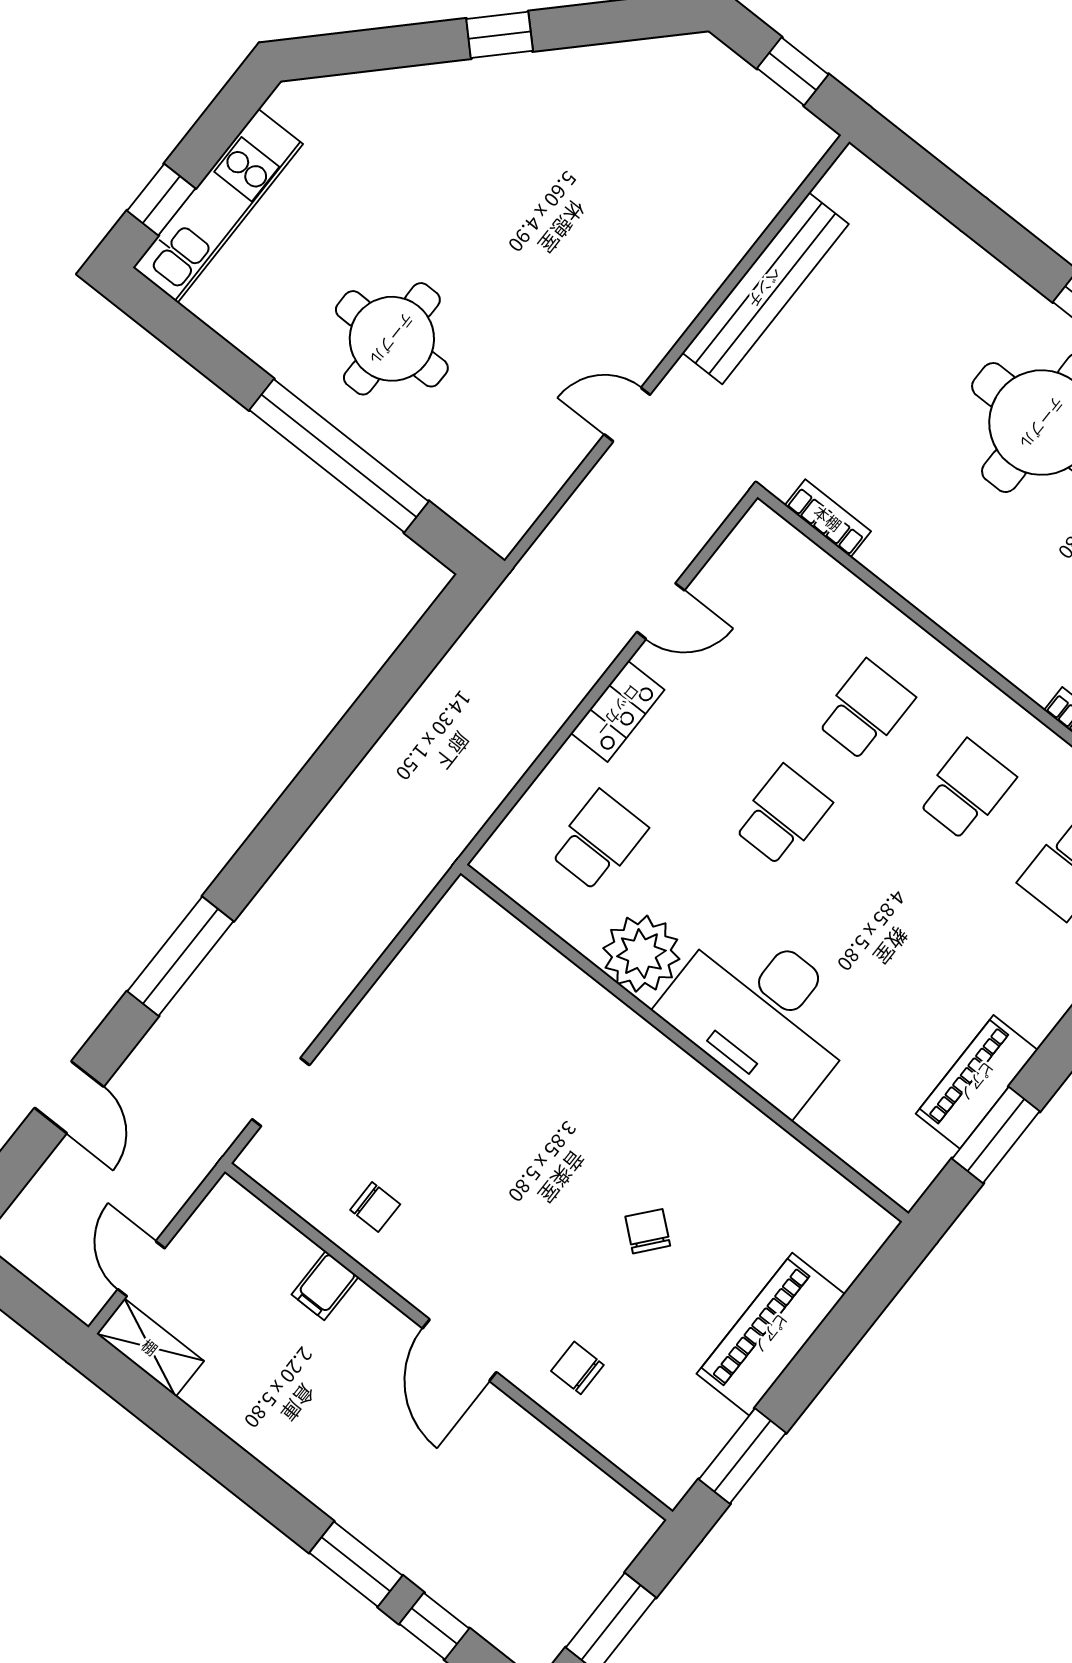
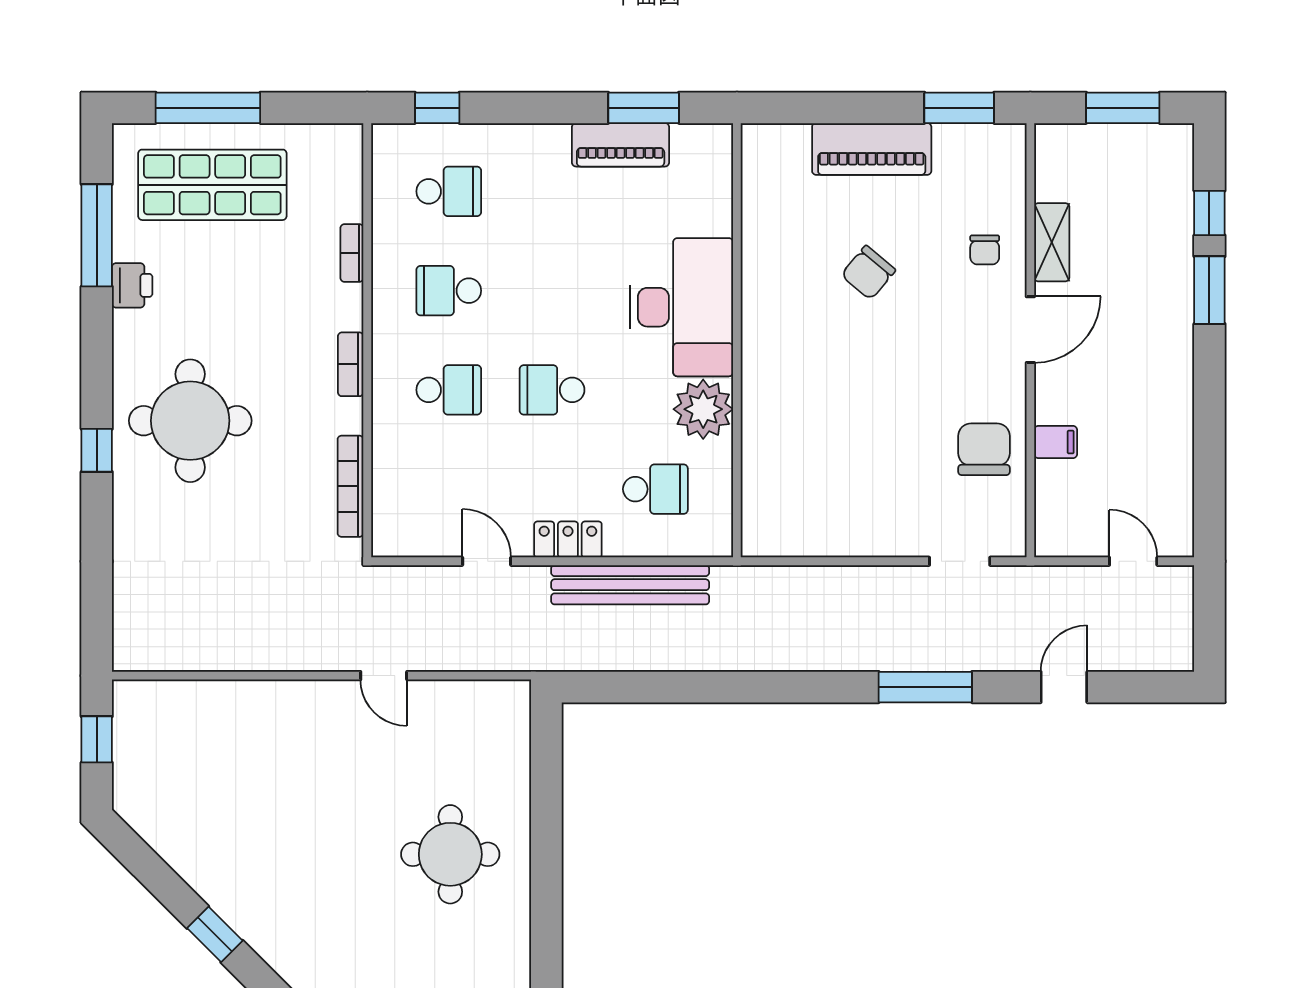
bench: (765, 288) -> (630, 585), moved
window: (339, 456) -> (546, 830), removed
bookcase: (828, 518) -> (350, 486), width x1.56
bookcase: (970, 631) -> (351, 364), added
school desk: (865, 710) -> (449, 390), turned 180
school desk: (599, 841) -> (655, 489), turned 180
chair: (375, 1207) -> (984, 449), width x1.87, depth x1.87
chair: (648, 1231) -> (868, 273), width x1.37, depth x1.37
door: (141, 1269) -> (1133, 561), swing flipped
shelving: (150, 1347) -> (1052, 242), moved

